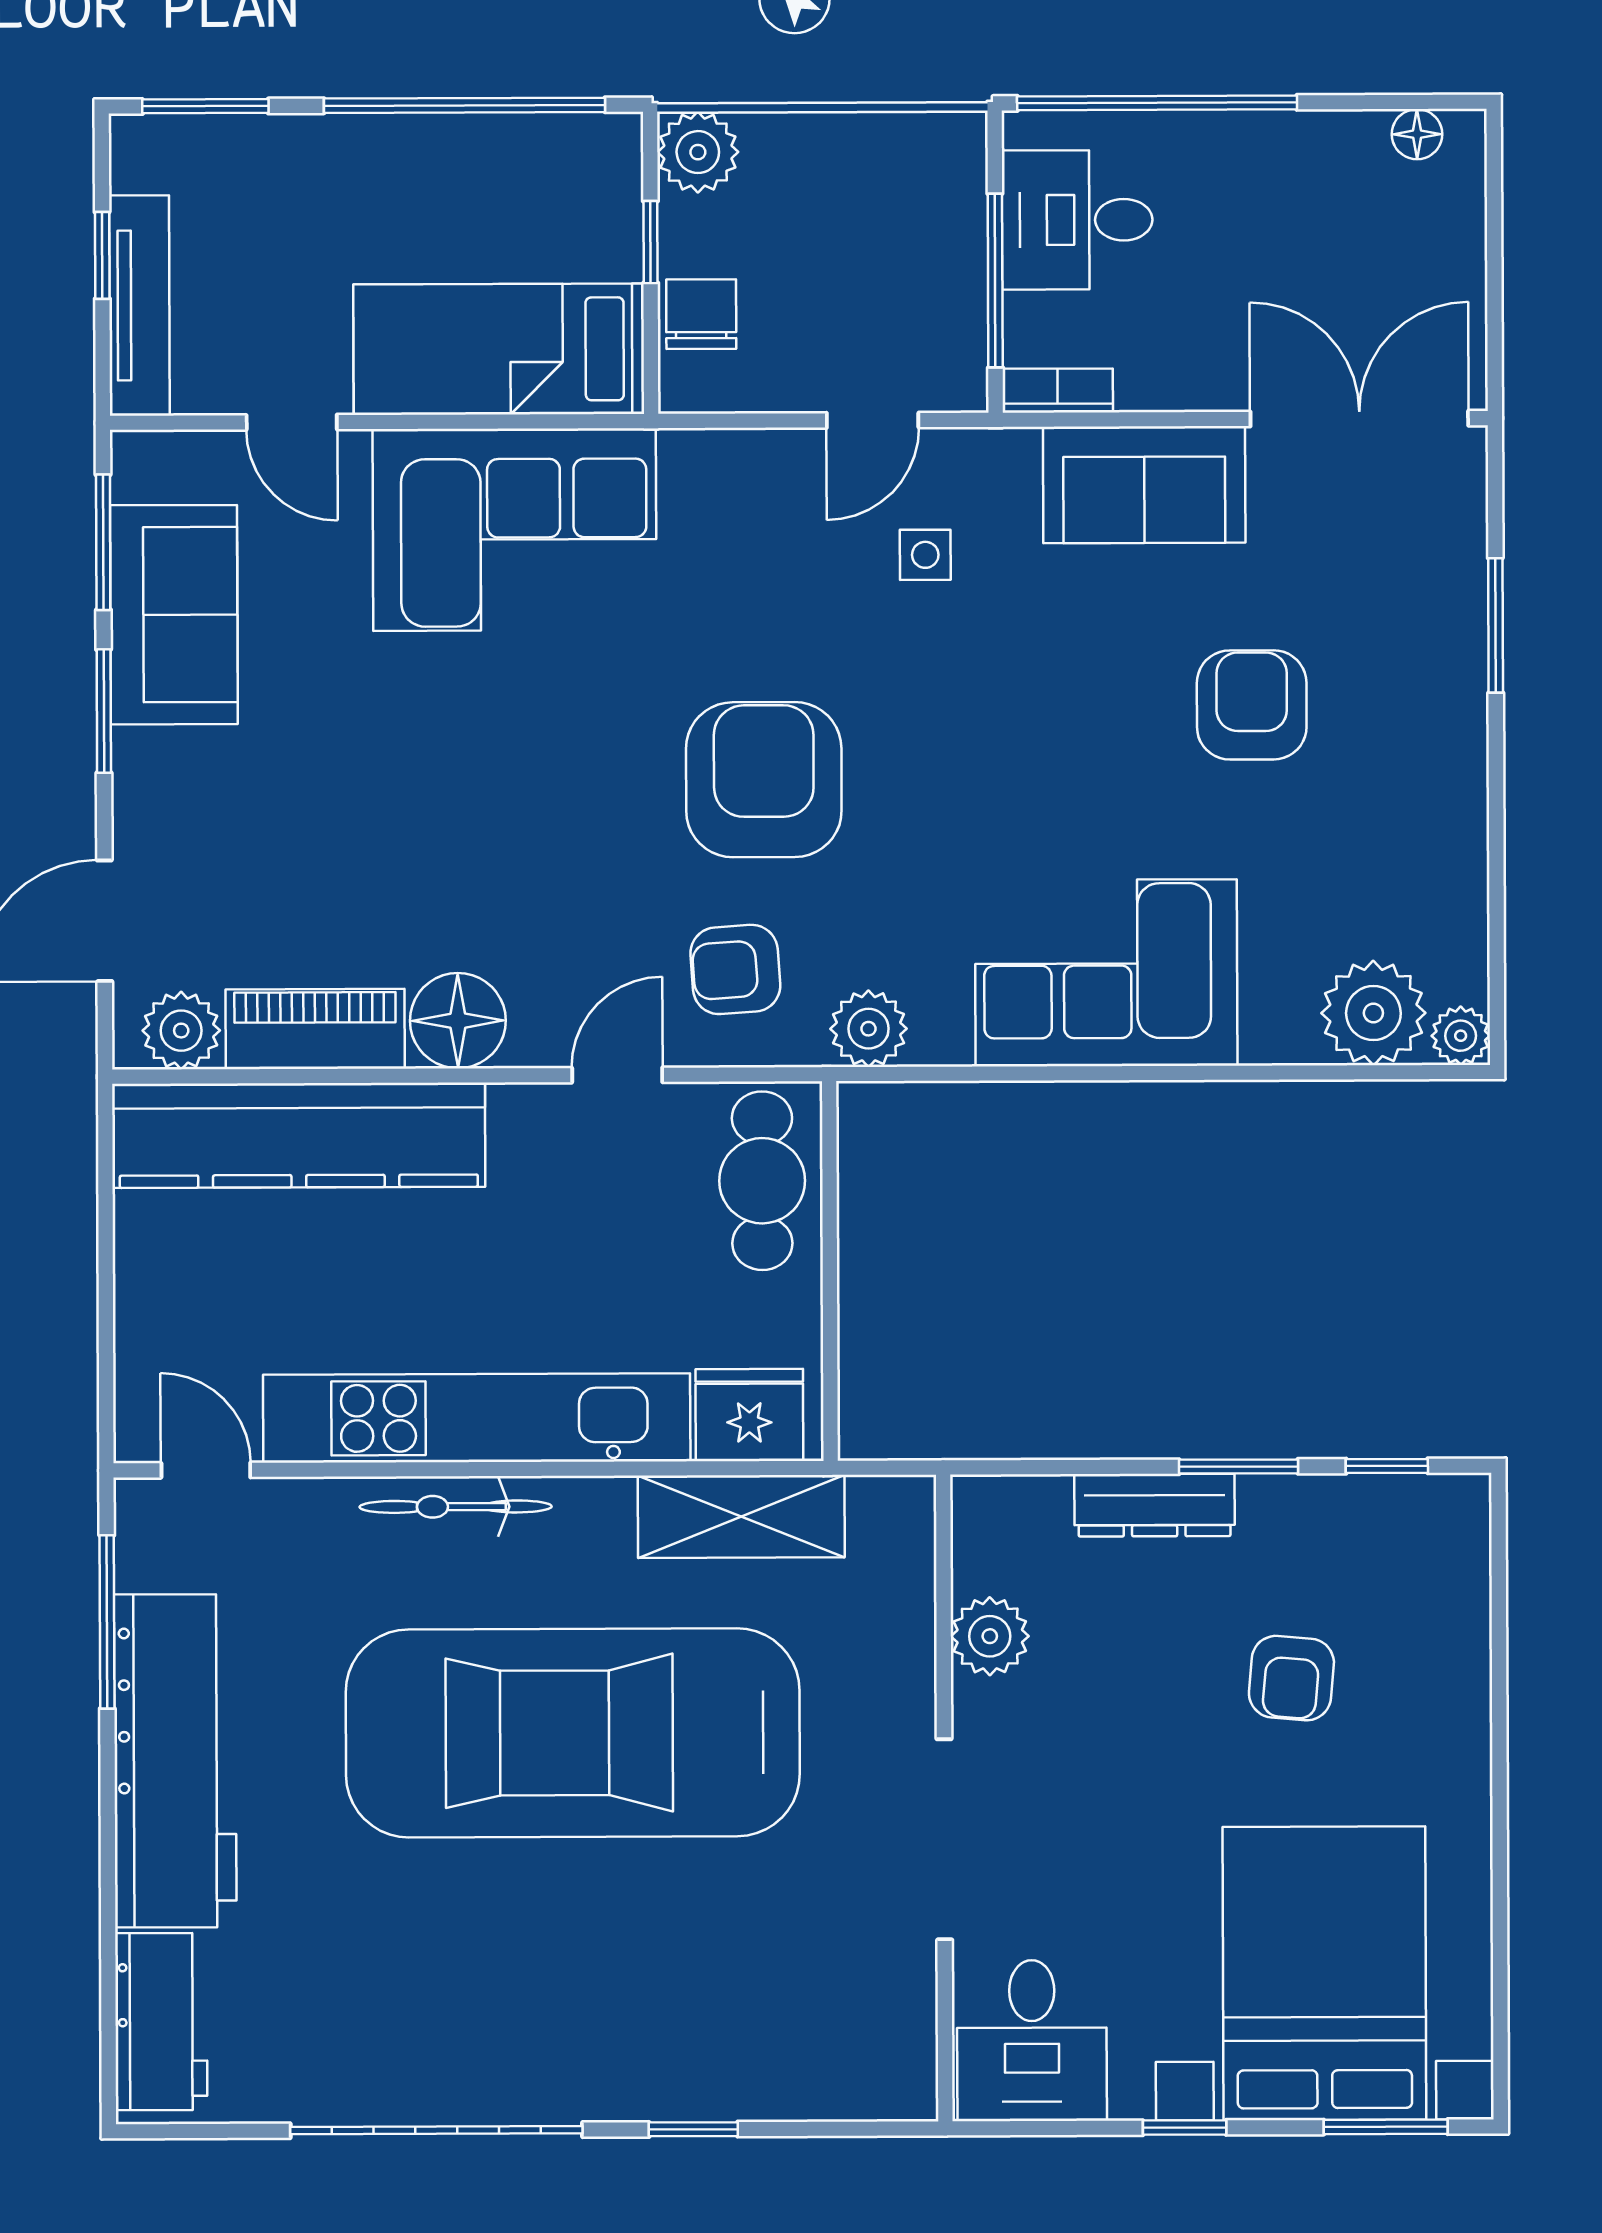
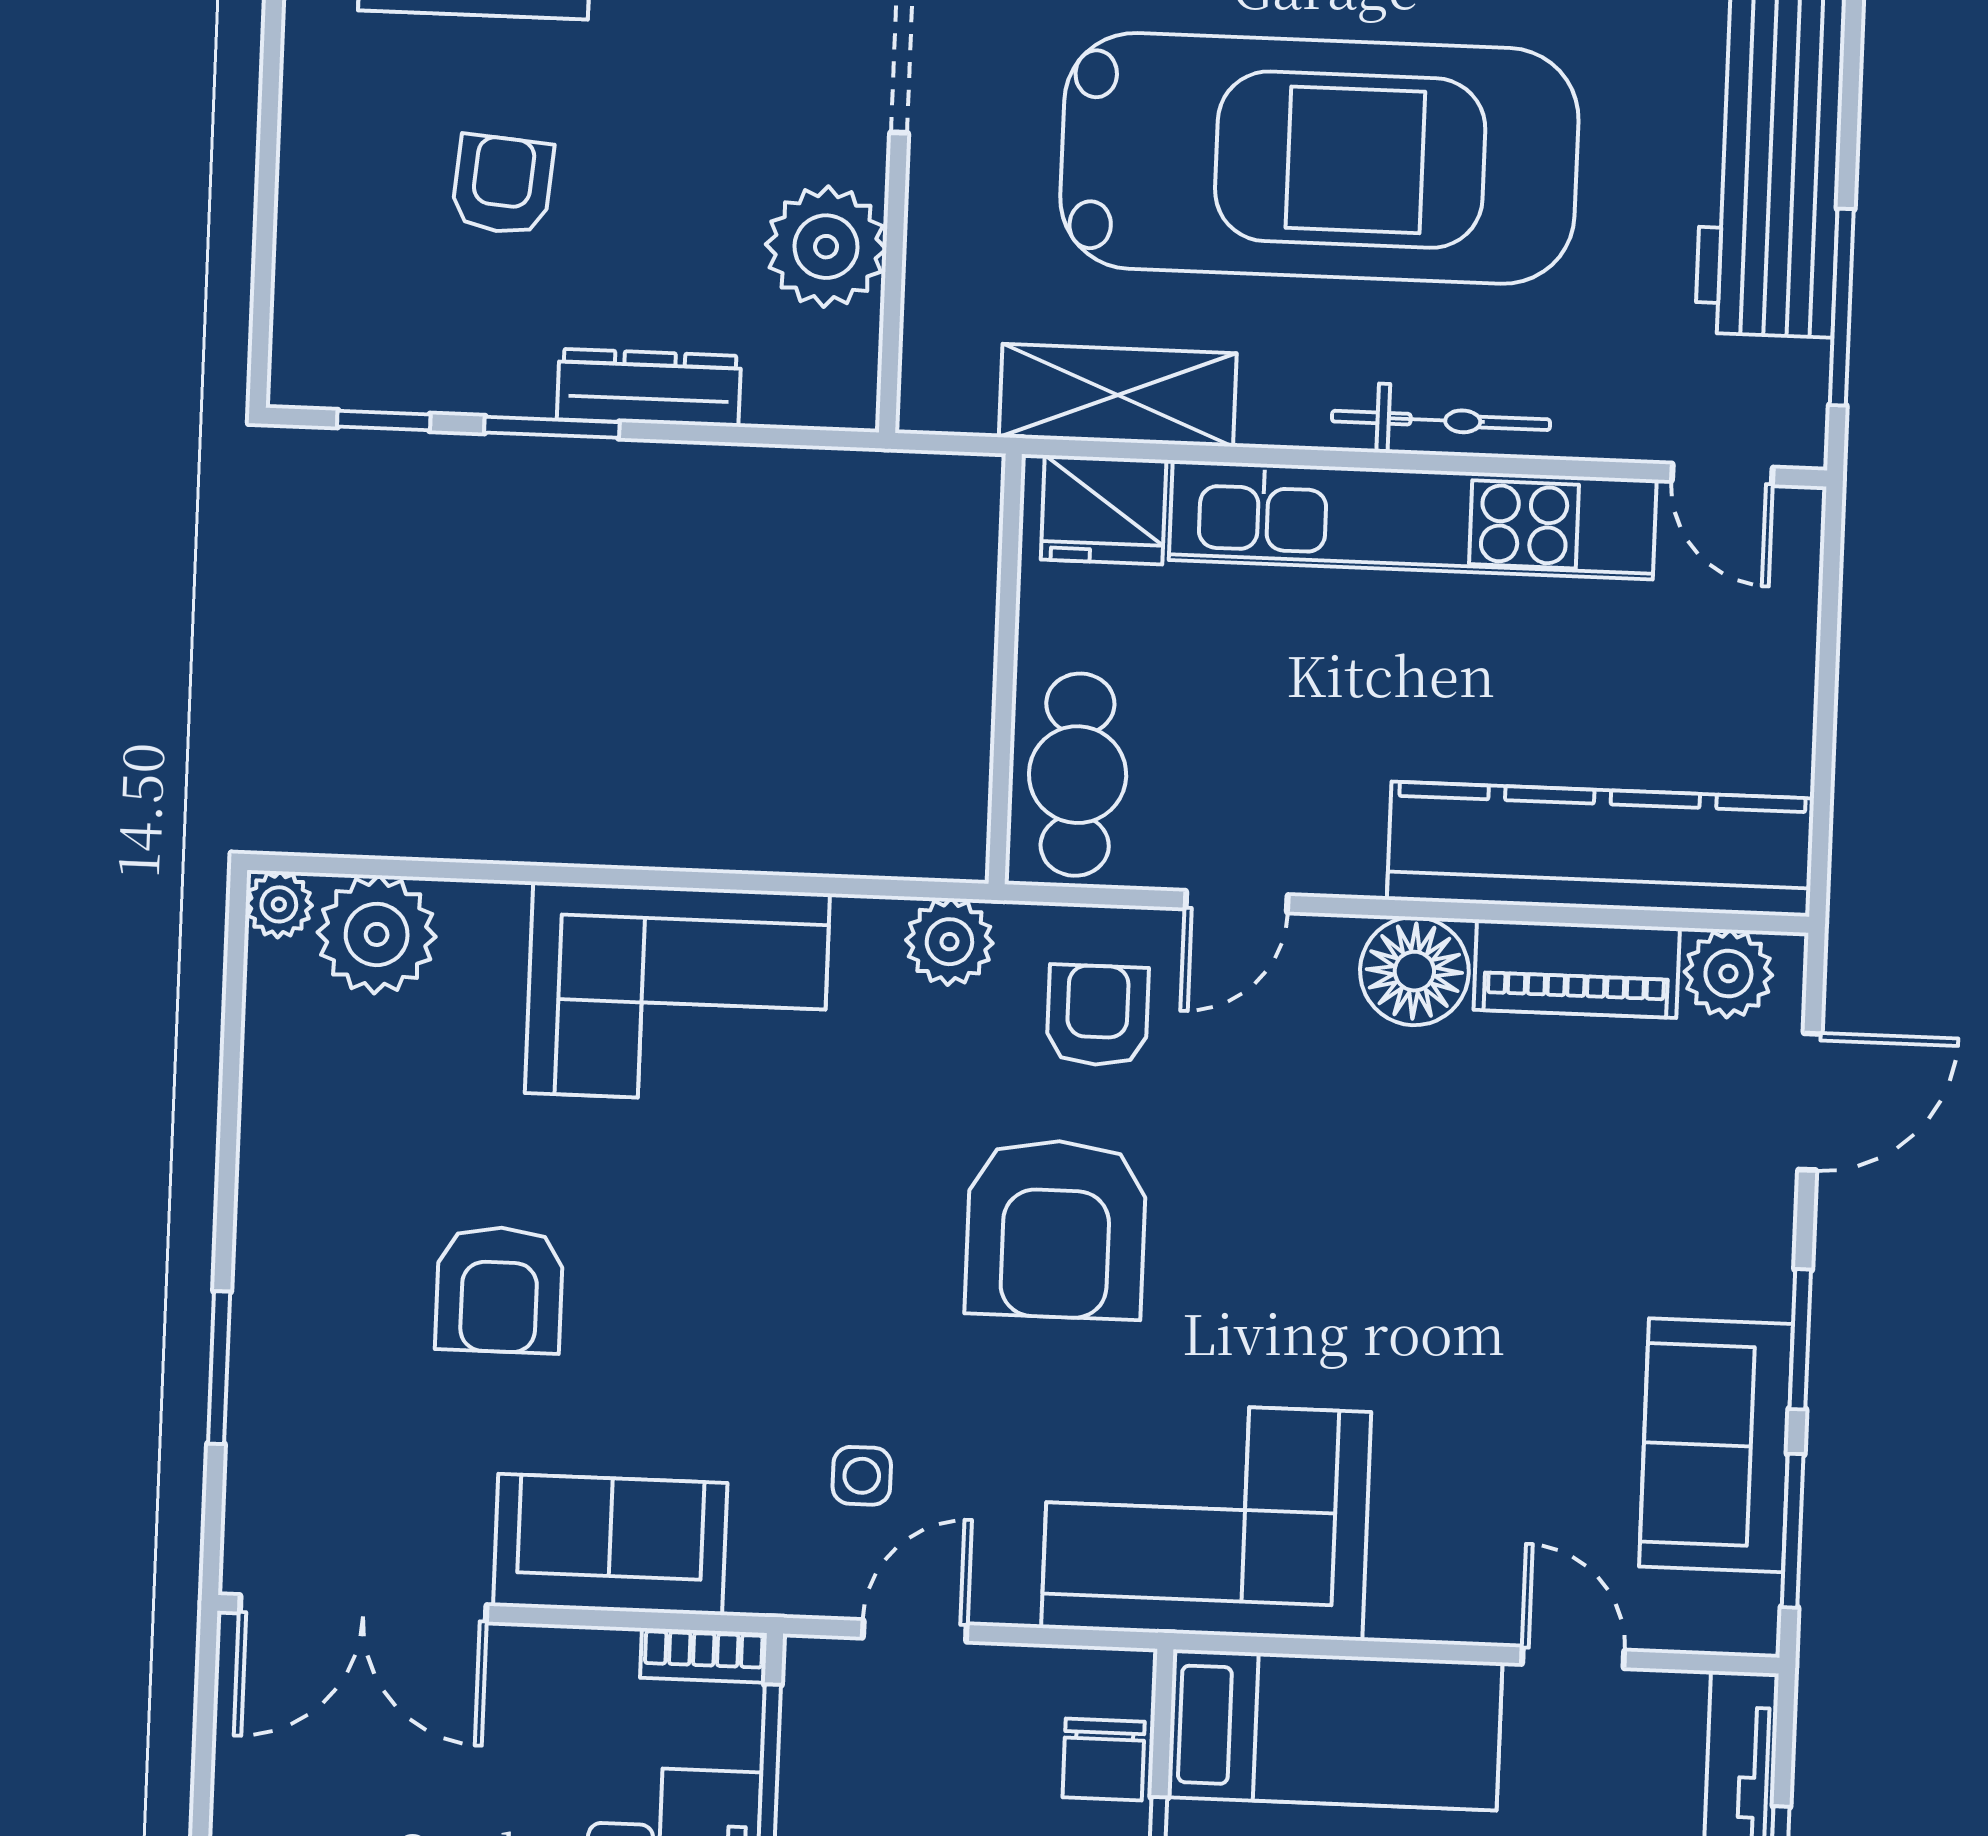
corner sofa: (514, 530) -> (1206, 1520), moved
armchair: (735, 969) -> (1097, 1015), turned -86
plant: (990, 1636) -> (826, 247), width x1.36, depth x1.36

